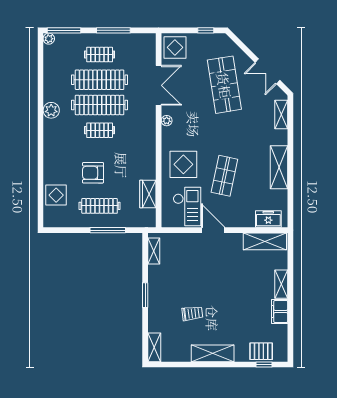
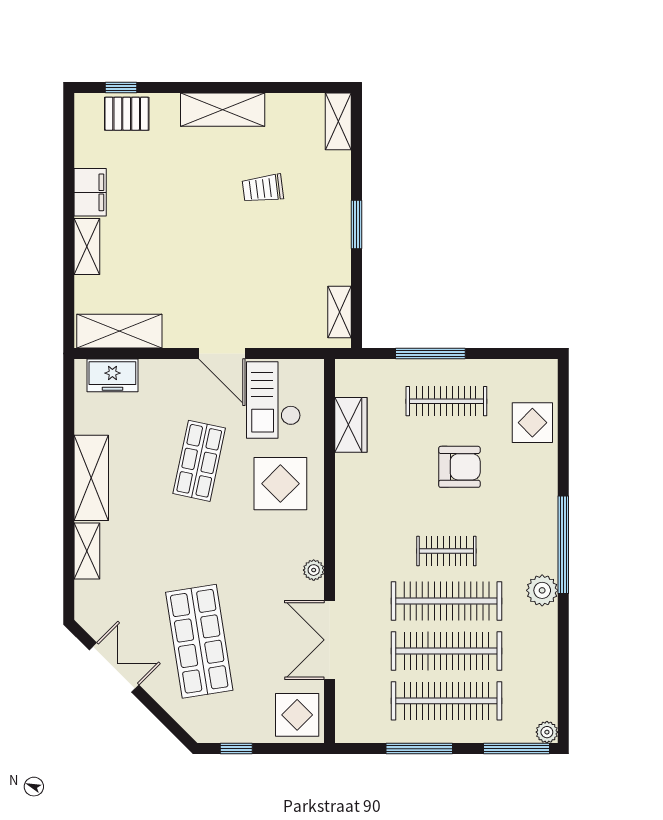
clothes rail: (100, 55) -> (446, 701), width x1.86, depth x1.31
shelving: (281, 115) -> (87, 551), moved
window: (40, 133) -> (563, 545), added

